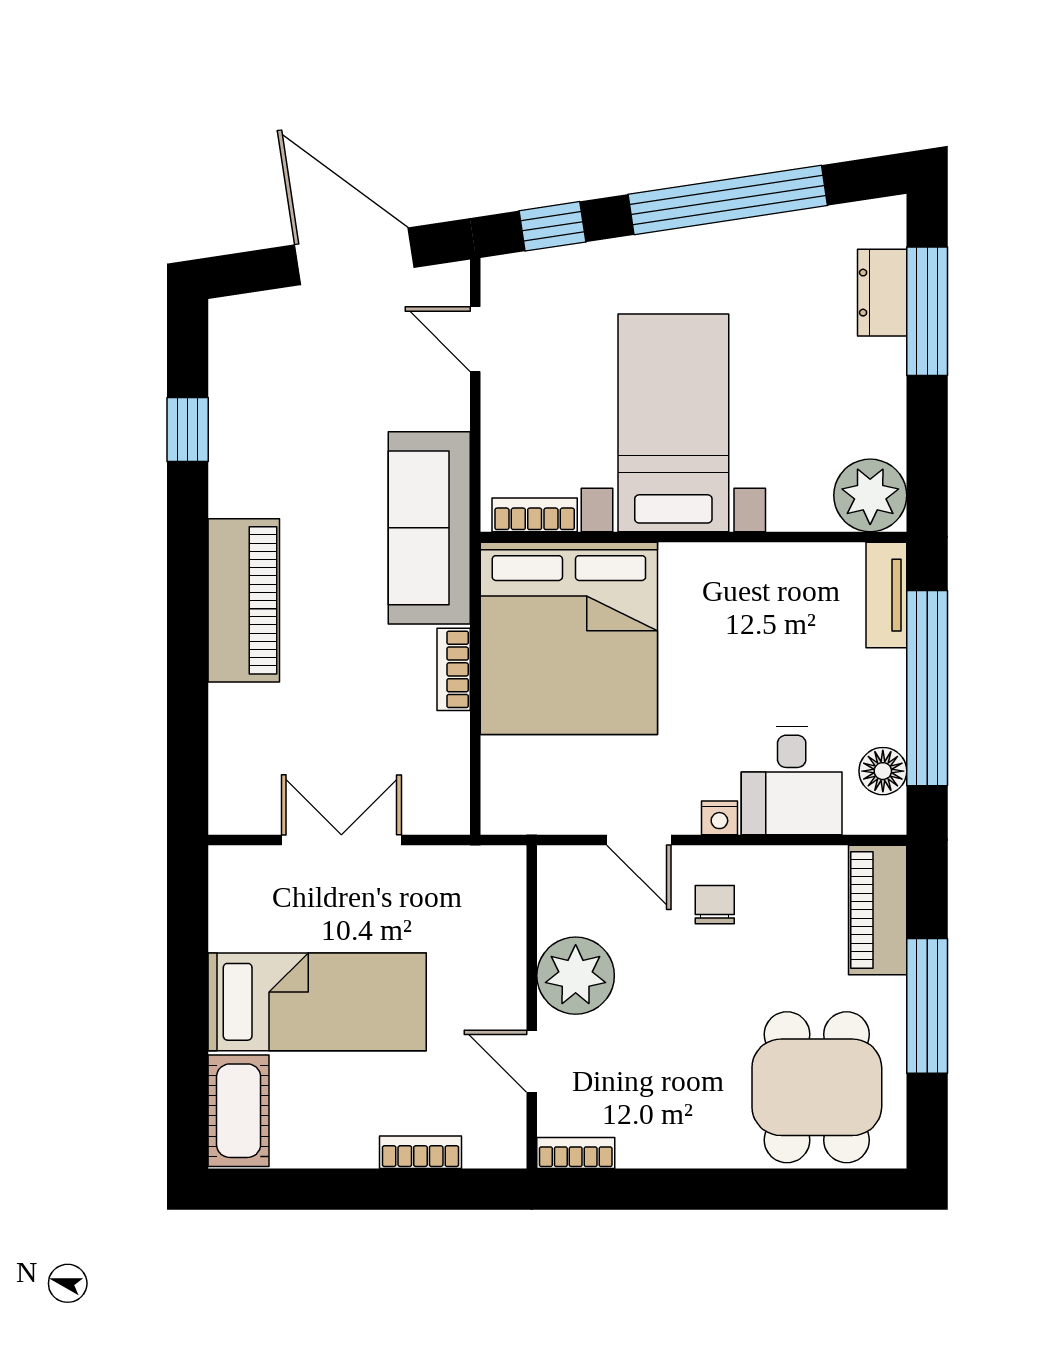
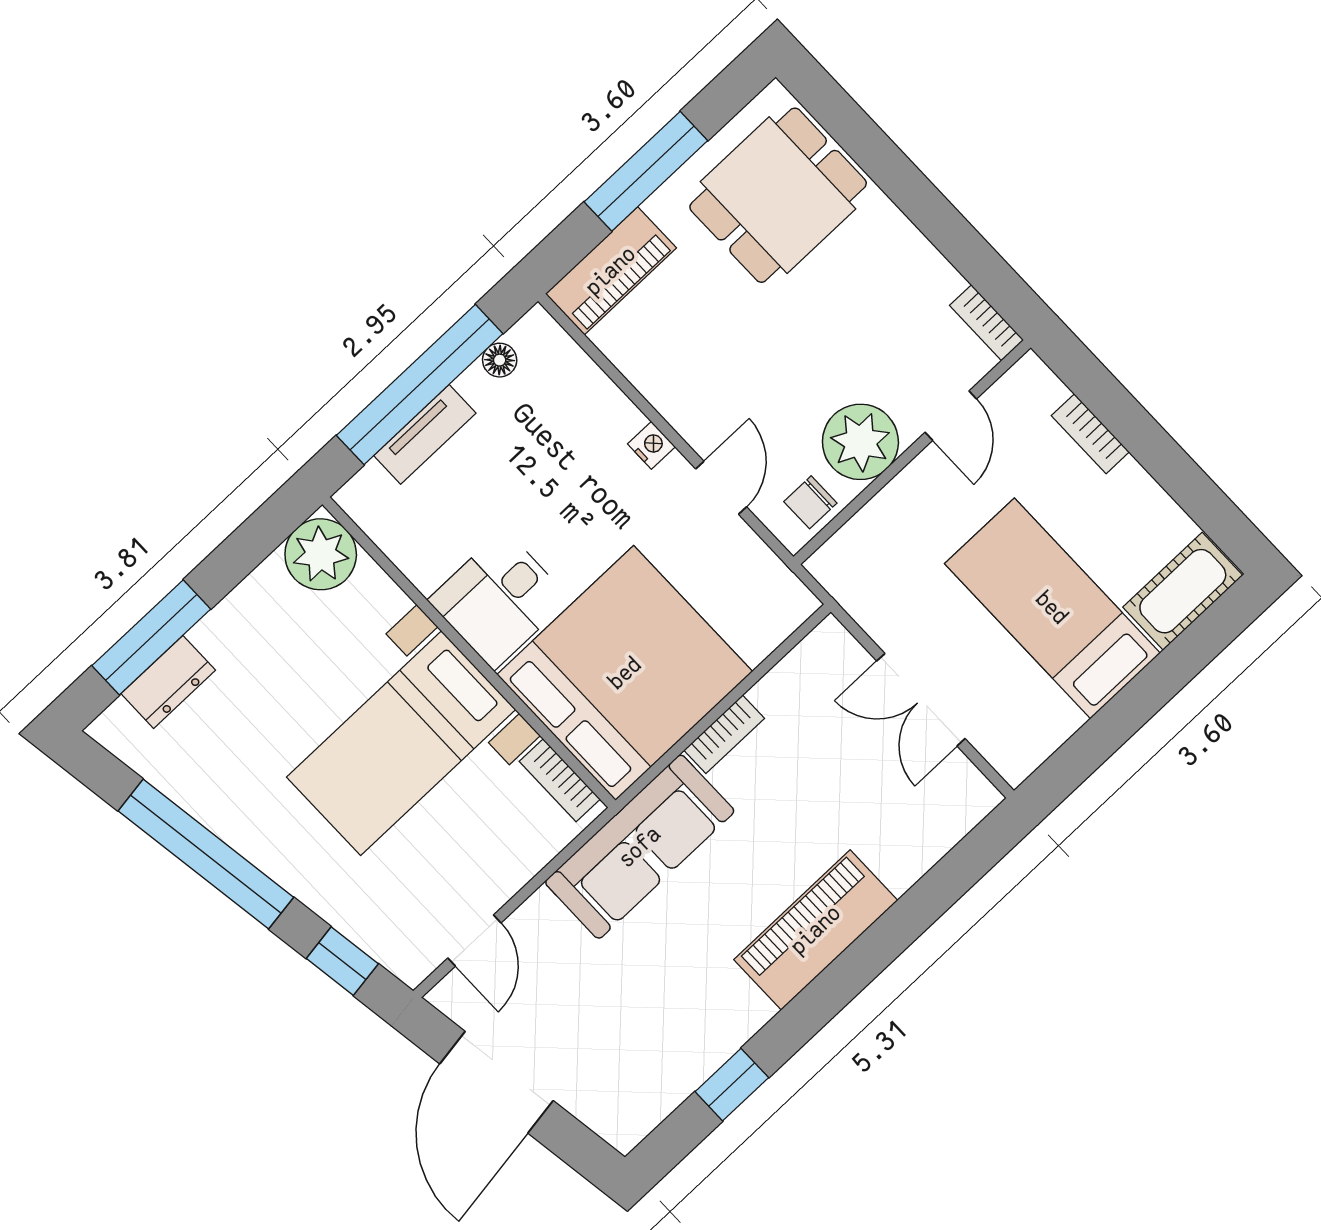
tv unit: (886, 595) -> (425, 434), moved
floor lamp: (883, 771) -> (500, 360), width x0.73, depth x0.73
desk: (792, 781) -> (499, 599), moved, turned 180
chair: (715, 905) -> (810, 502), moved

